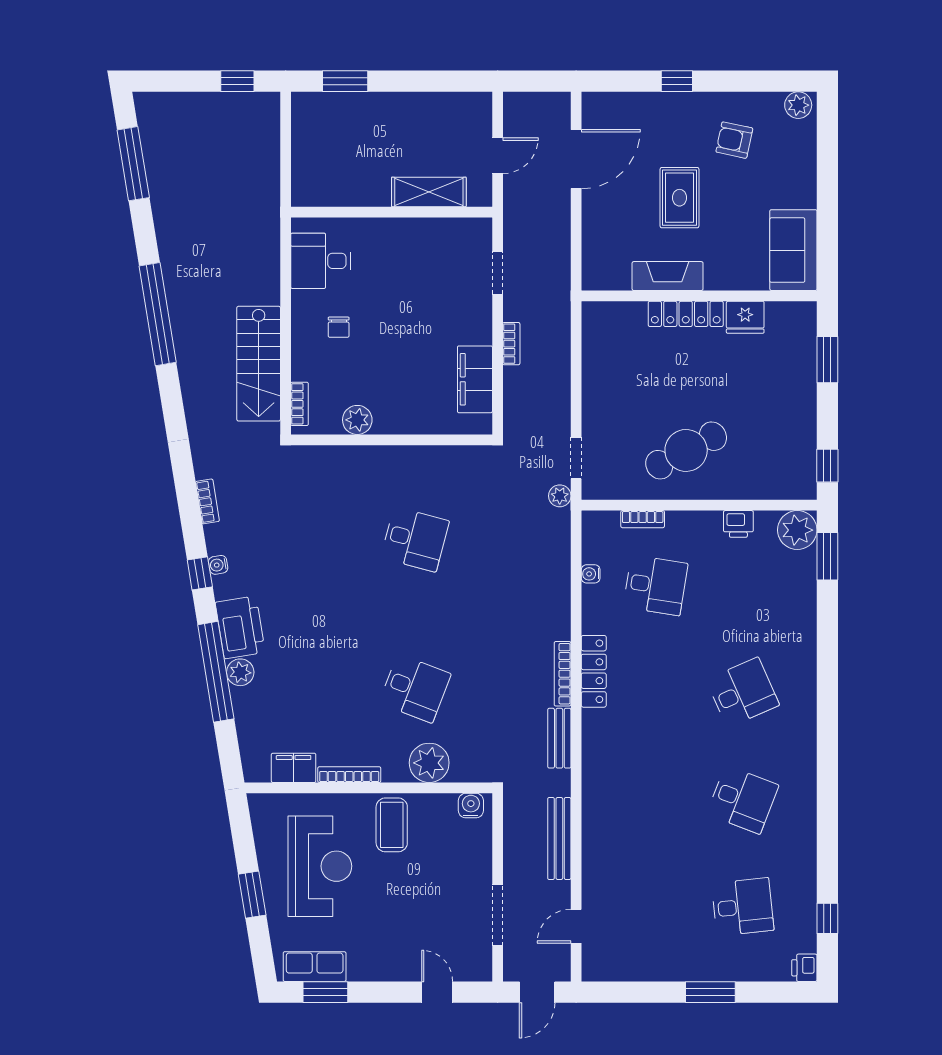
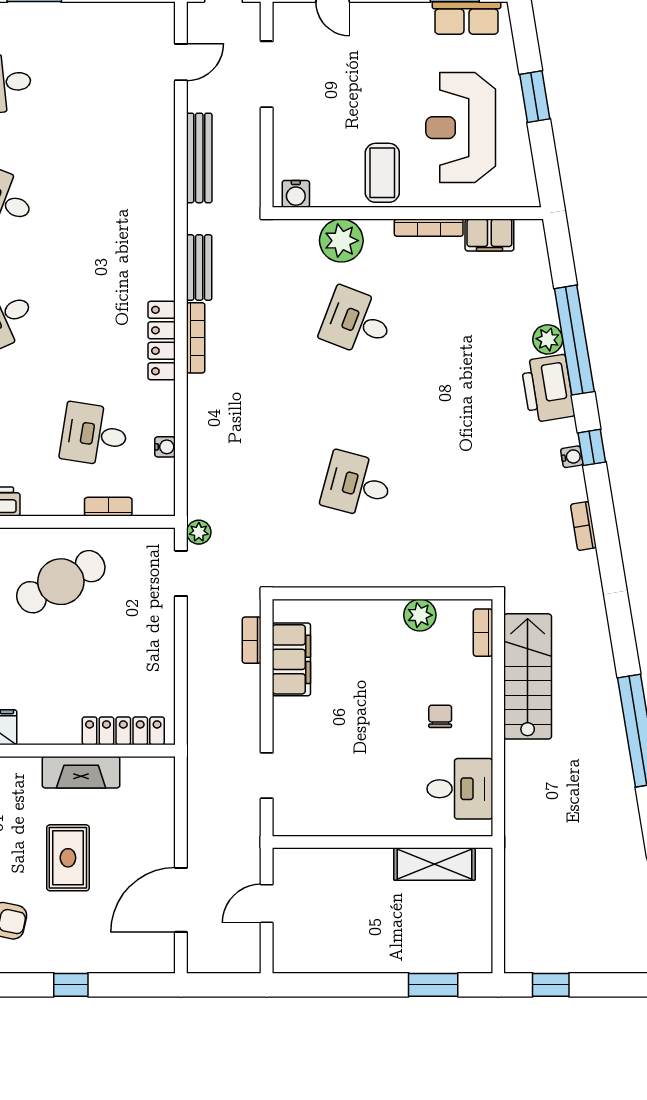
shelving: (429, 192) -> (434, 864), moved
locker: (686, 314) -> (123, 731), moved
bookcase: (511, 344) -> (252, 640), moved

